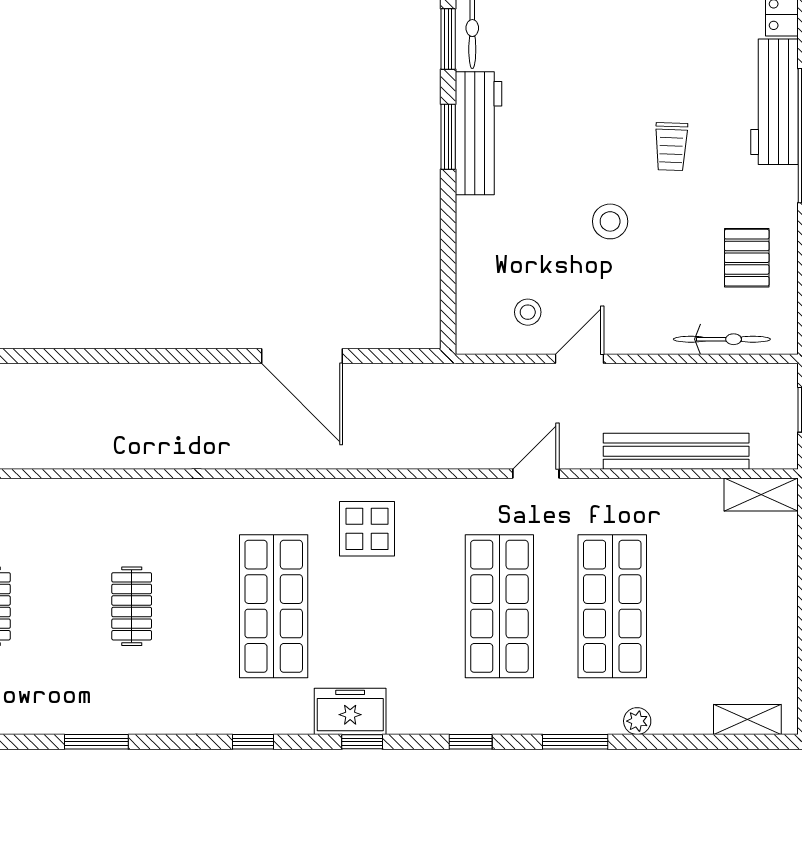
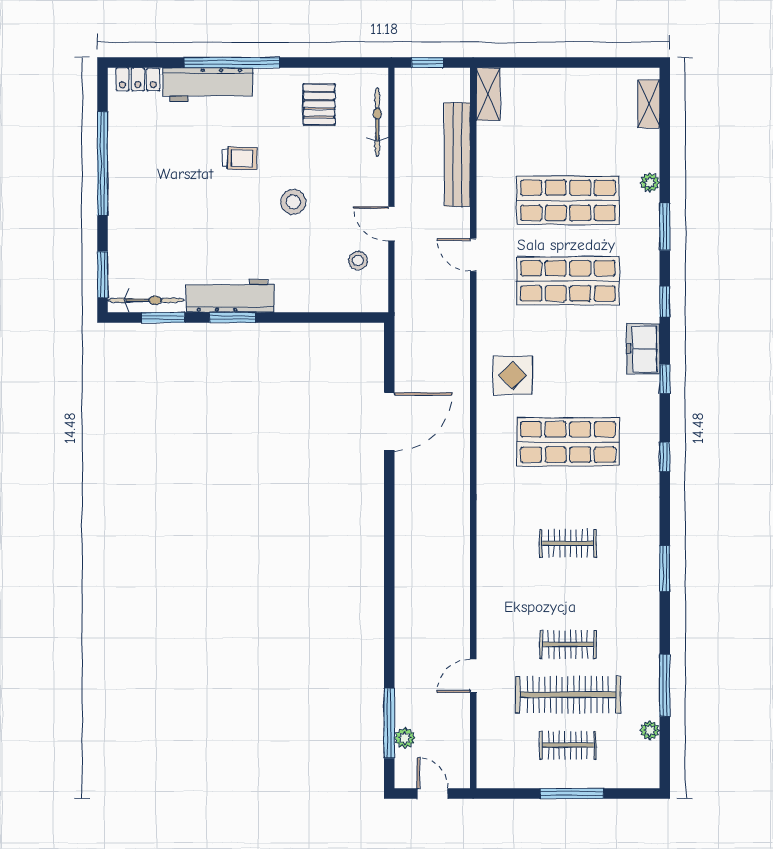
pallet: (747, 258) -> (319, 104), turned 90
freezer: (350, 711) -> (643, 349), moved

